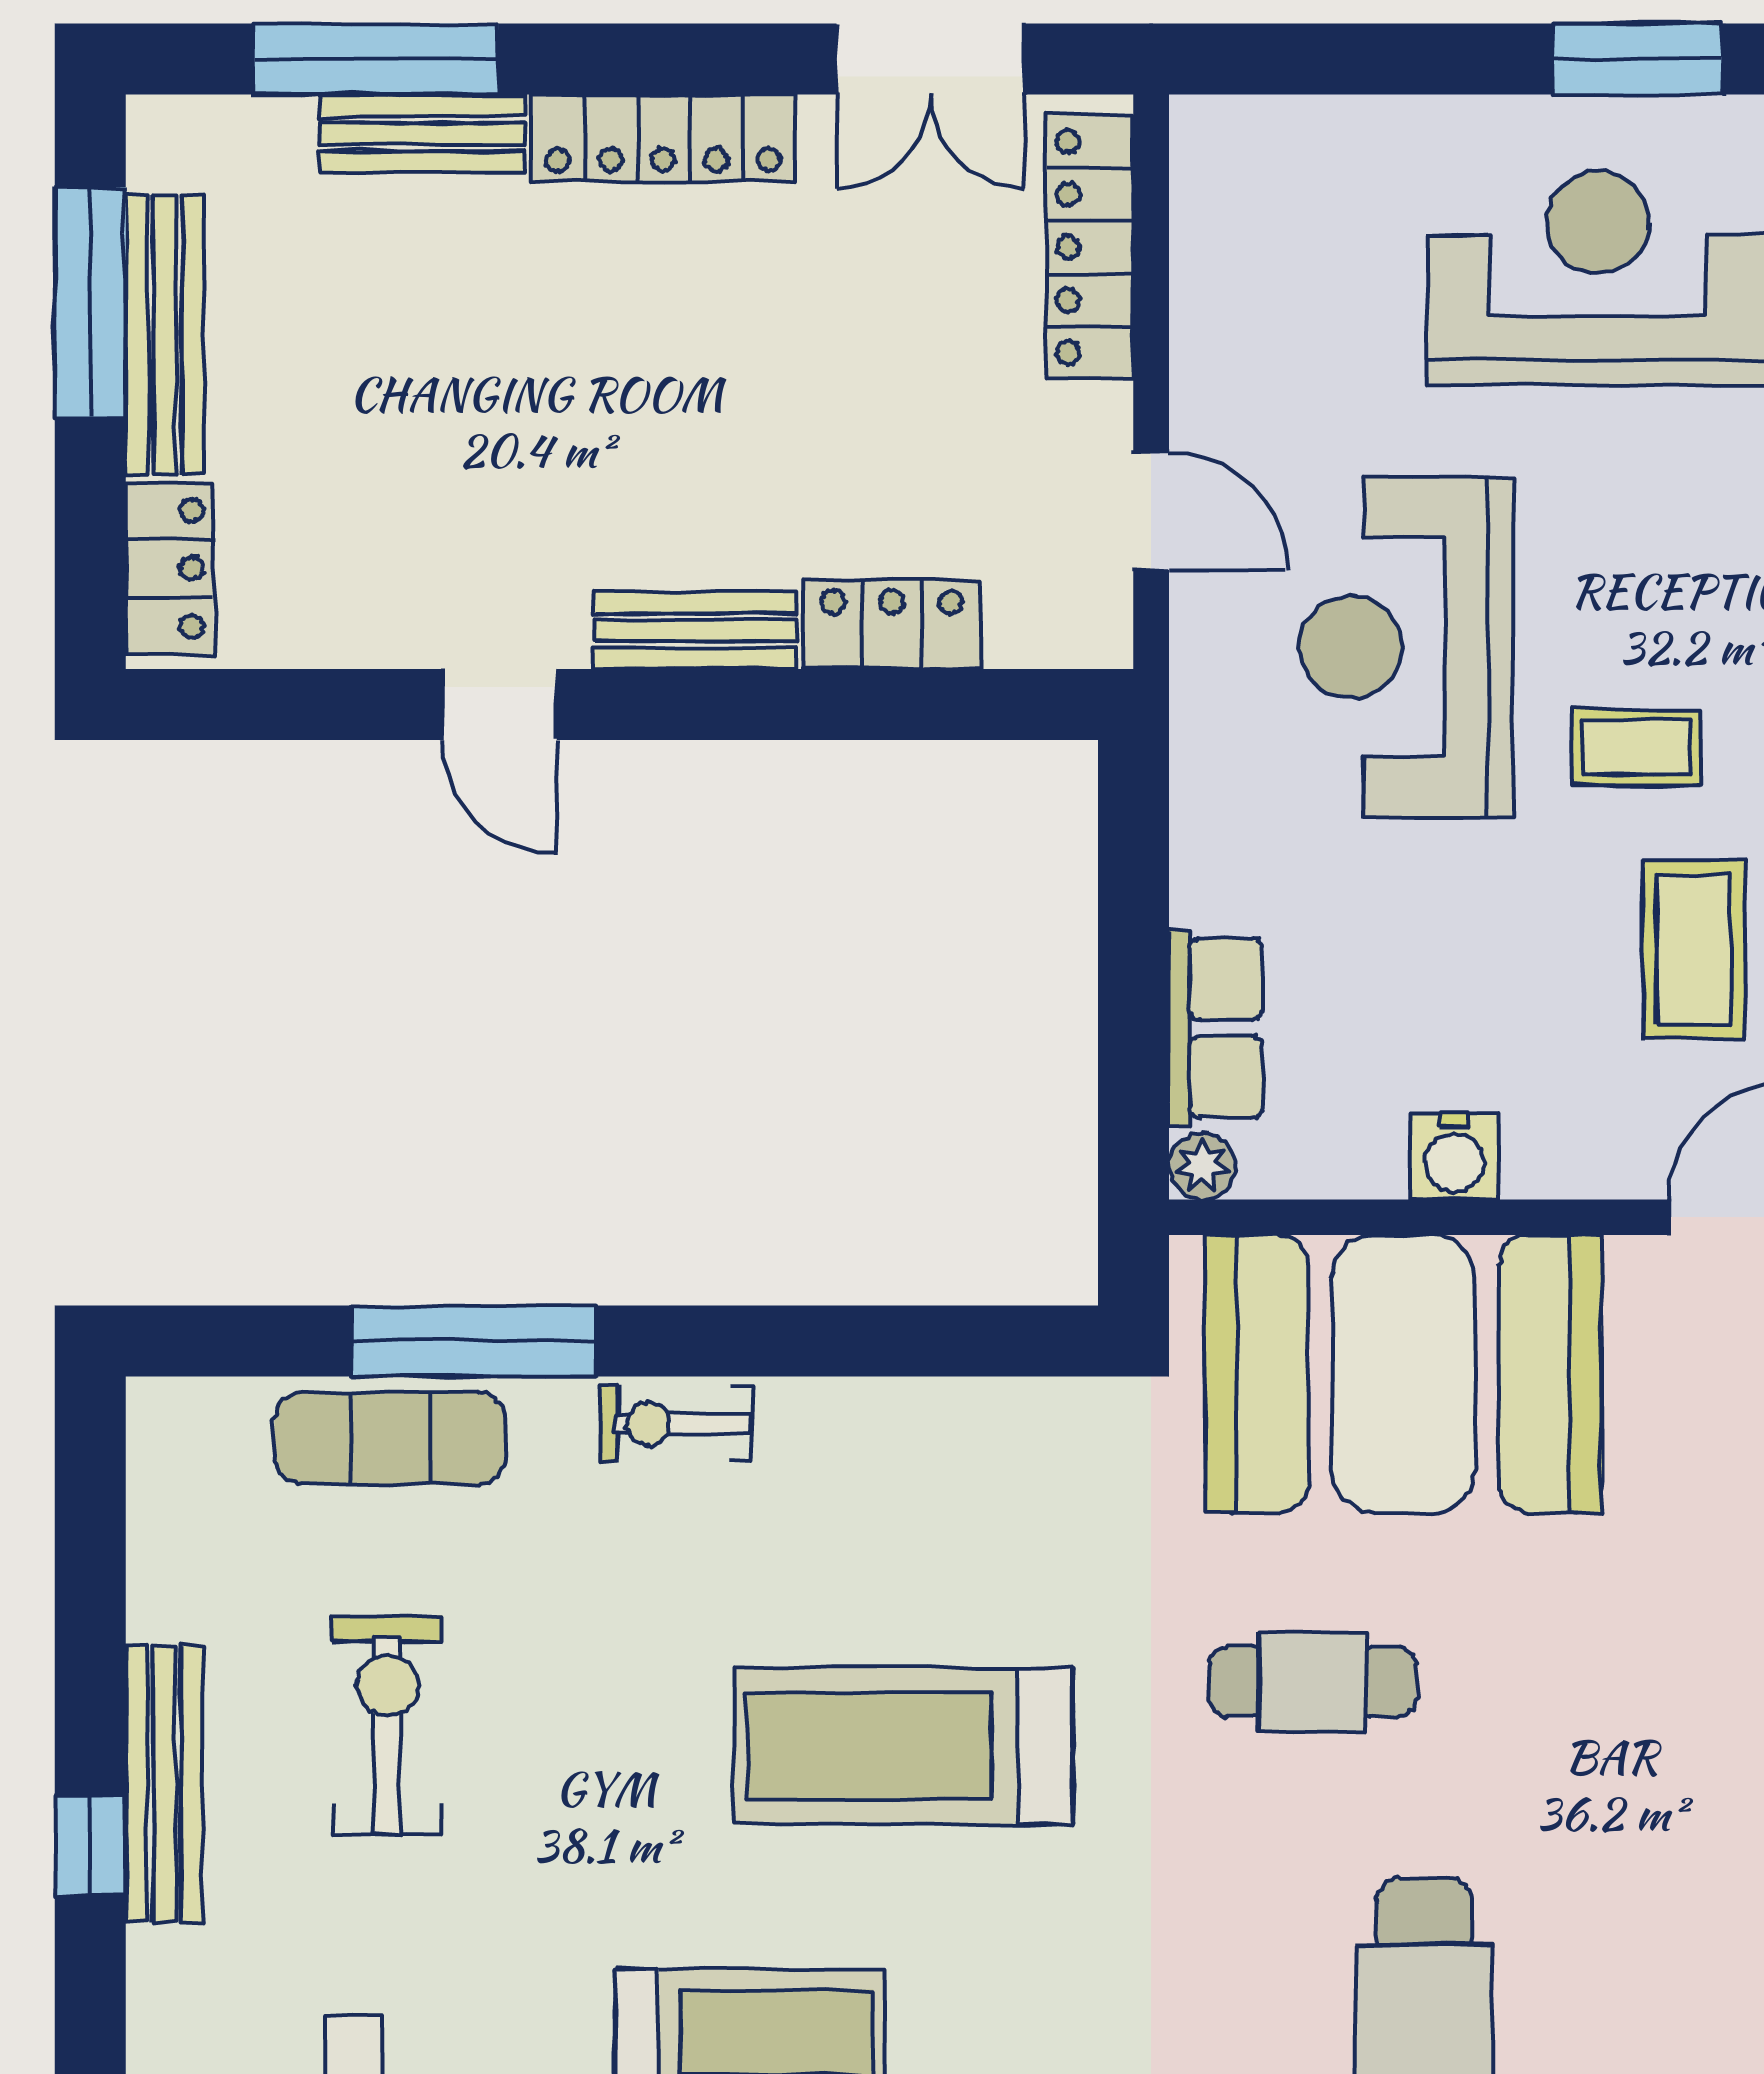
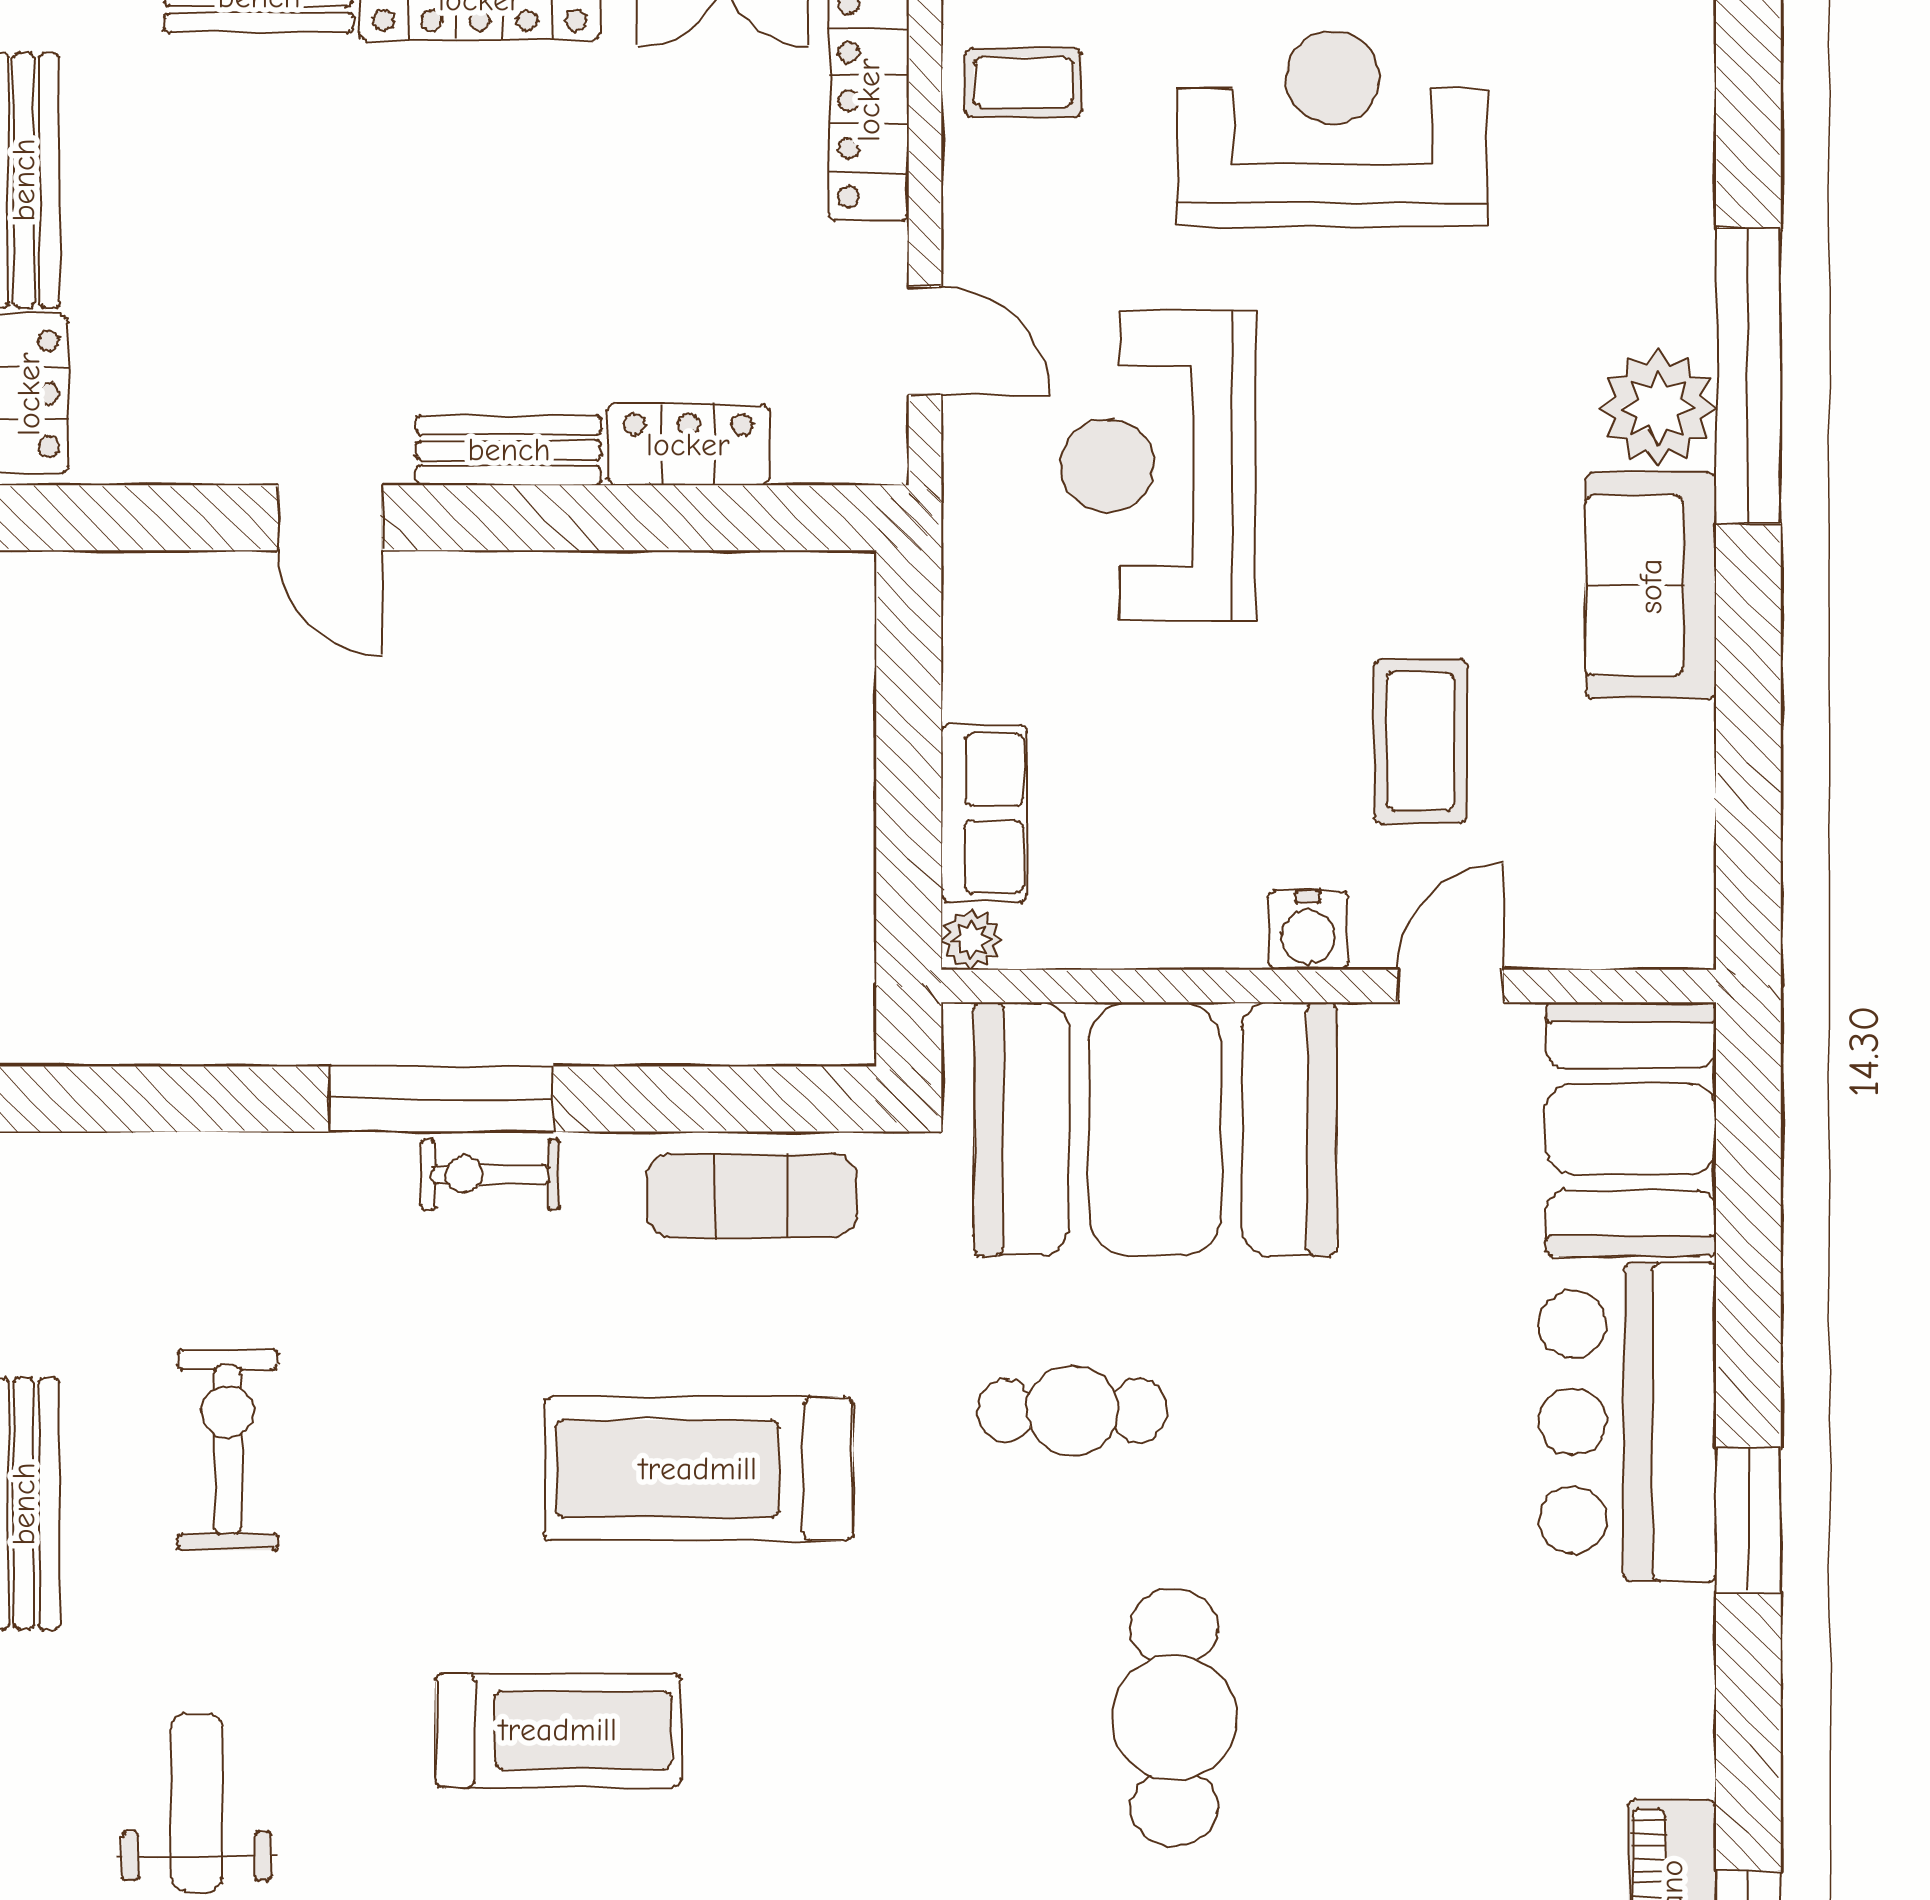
coffee table: (1637, 748) -> (1023, 83), moved
water cooler: (1455, 1156) -> (1308, 930), moved
window: (473, 1341) -> (441, 1099), moved
exercise mat: (390, 1438) -> (752, 1196), moved

